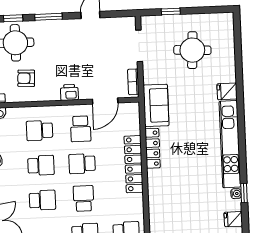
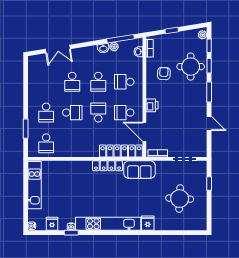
school desk: (39, 131) -> (124, 82), turned -90
locker: (134, 164) -> (121, 151), moved

